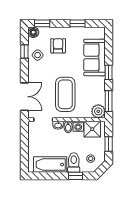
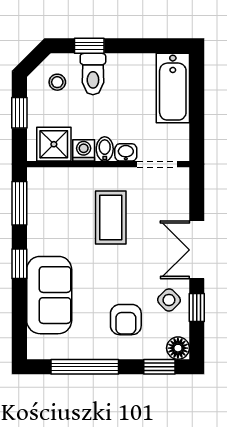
window: (78, 23) -> (85, 367), width x2.17
coffee table: (65, 94) -> (111, 217), width x0.73, depth x0.76
double door: (24, 97) -> (197, 250), moved
plant: (98, 111) -> (41, 182), removed
bathtub: (50, 165) -> (173, 88), moved, turned 90

